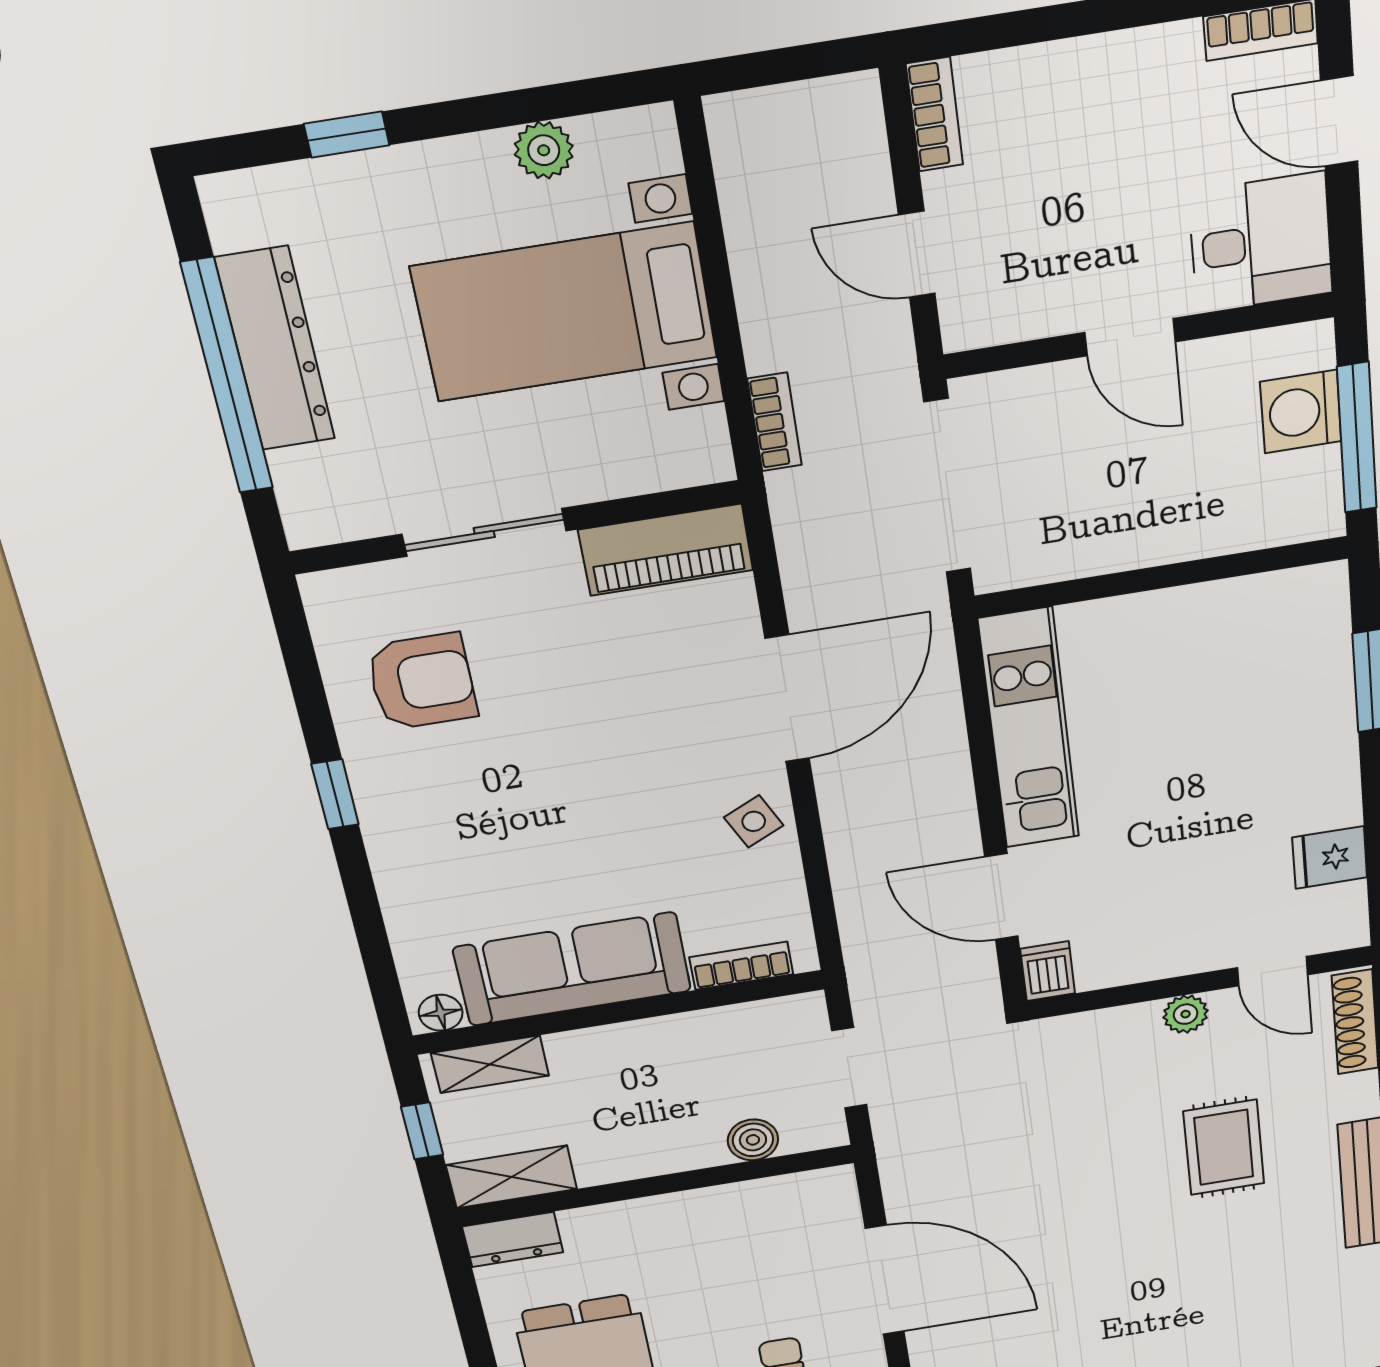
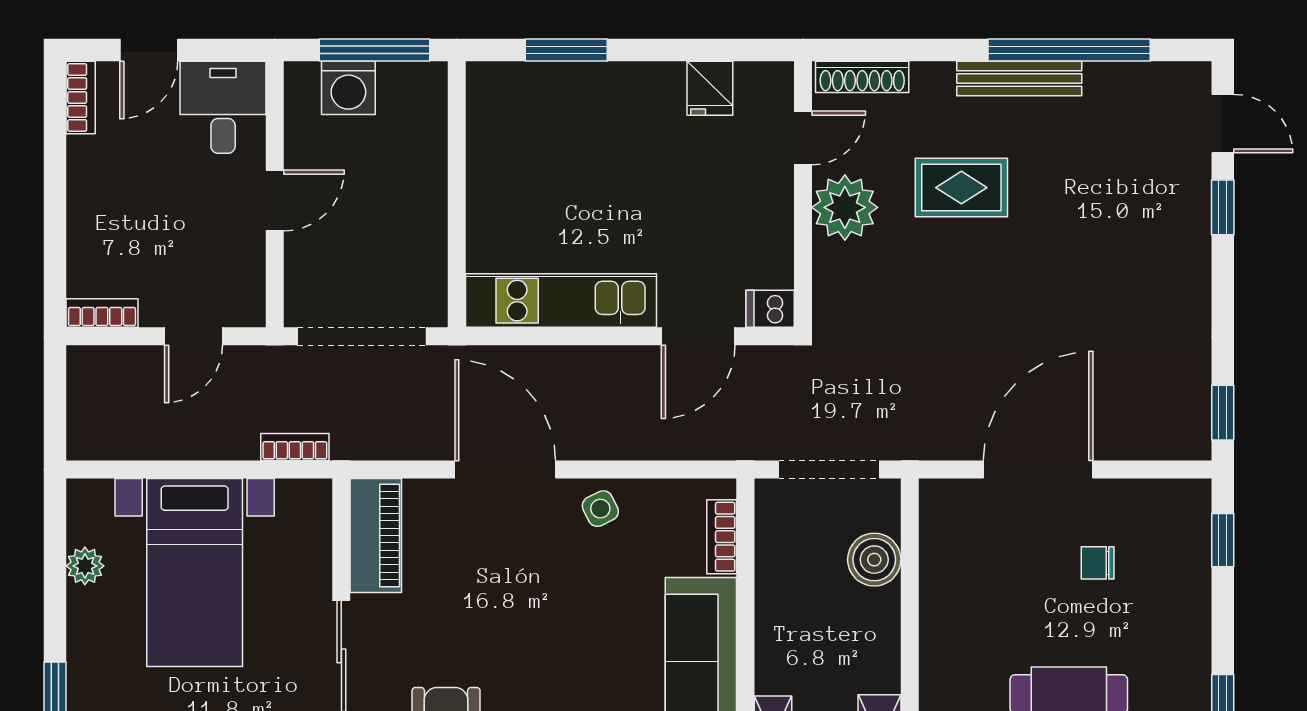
plant: (1186, 1014) -> (845, 207), width x1.88, depth x1.88
doorway: (849, 1068) -> (829, 470), width x1.38
boiler: (753, 1140) -> (874, 560), width x1.36, depth x1.36

